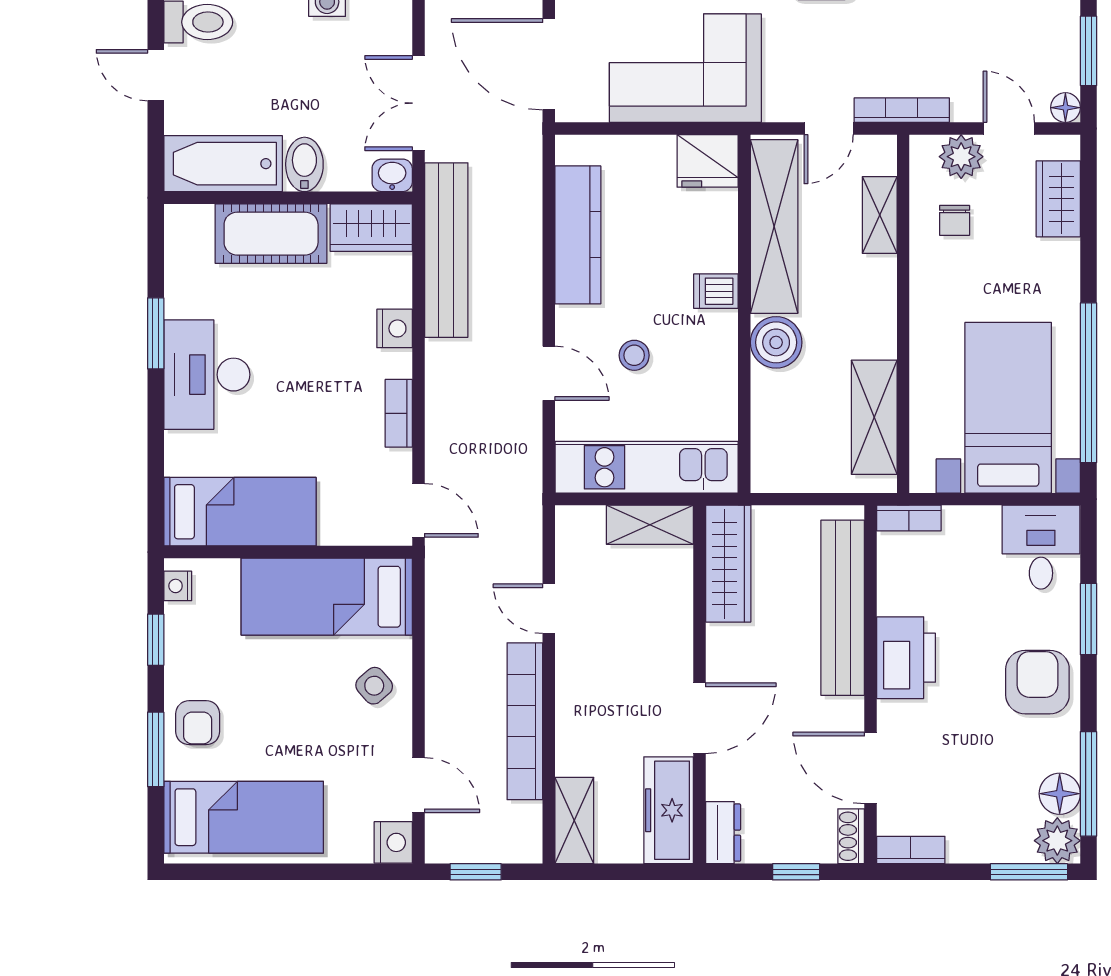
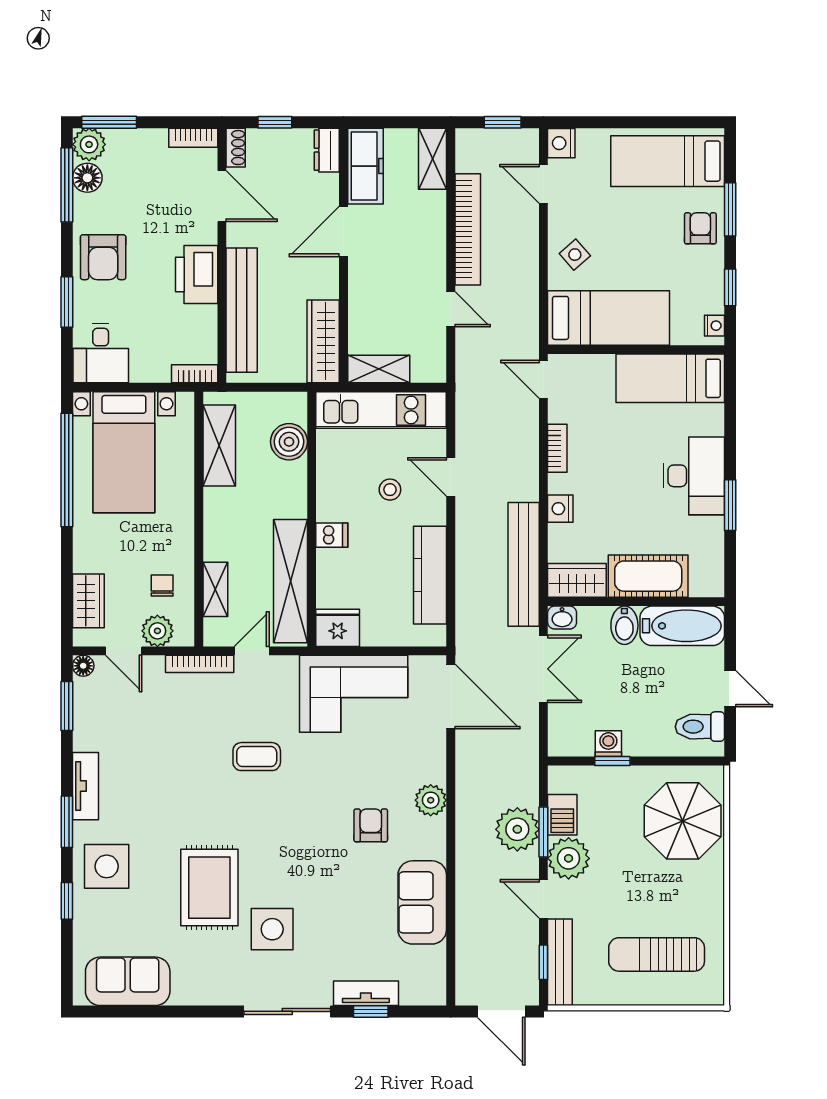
boiler: (776, 342) -> (289, 442), moved

